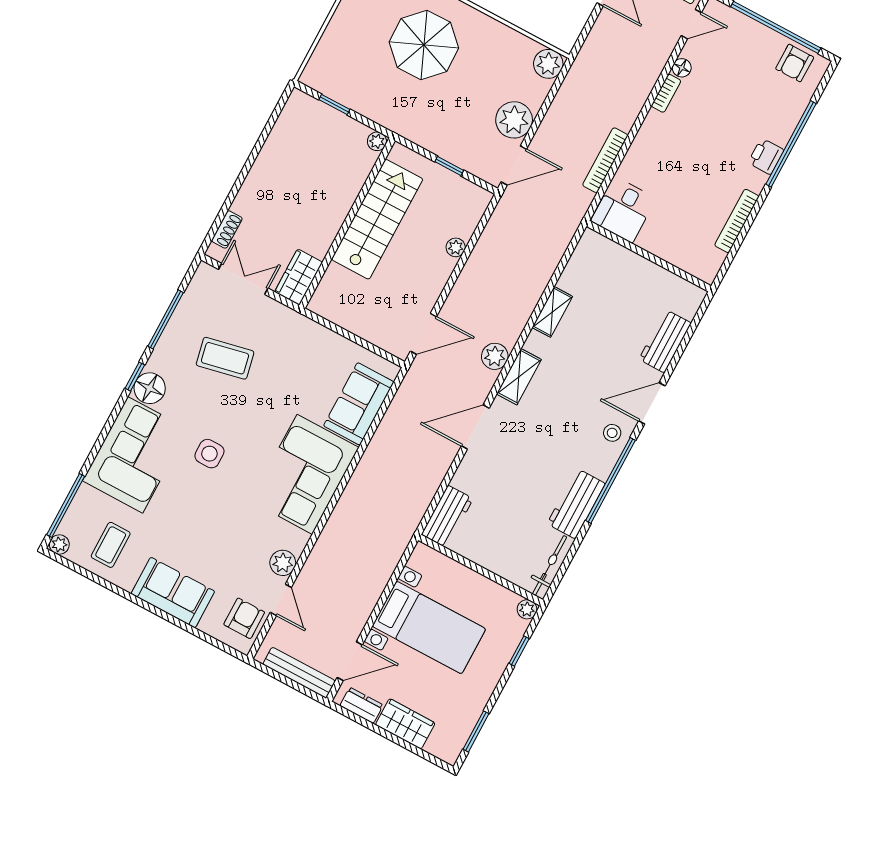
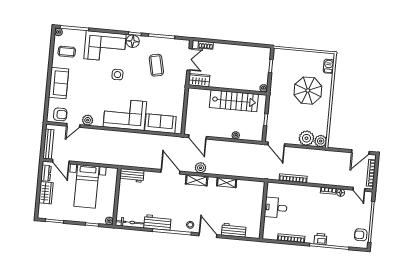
plant: (514, 120) -> (306, 138), moved
desk: (623, 210) -> (276, 208), moved

